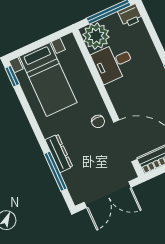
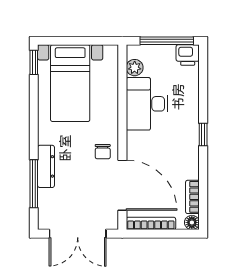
plant: (96, 36) -> (135, 68), width x0.53, depth x0.53
desk: (113, 63) -> (147, 104), width x1.37

